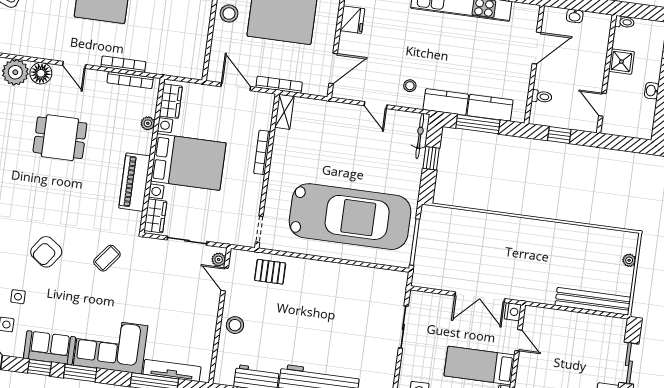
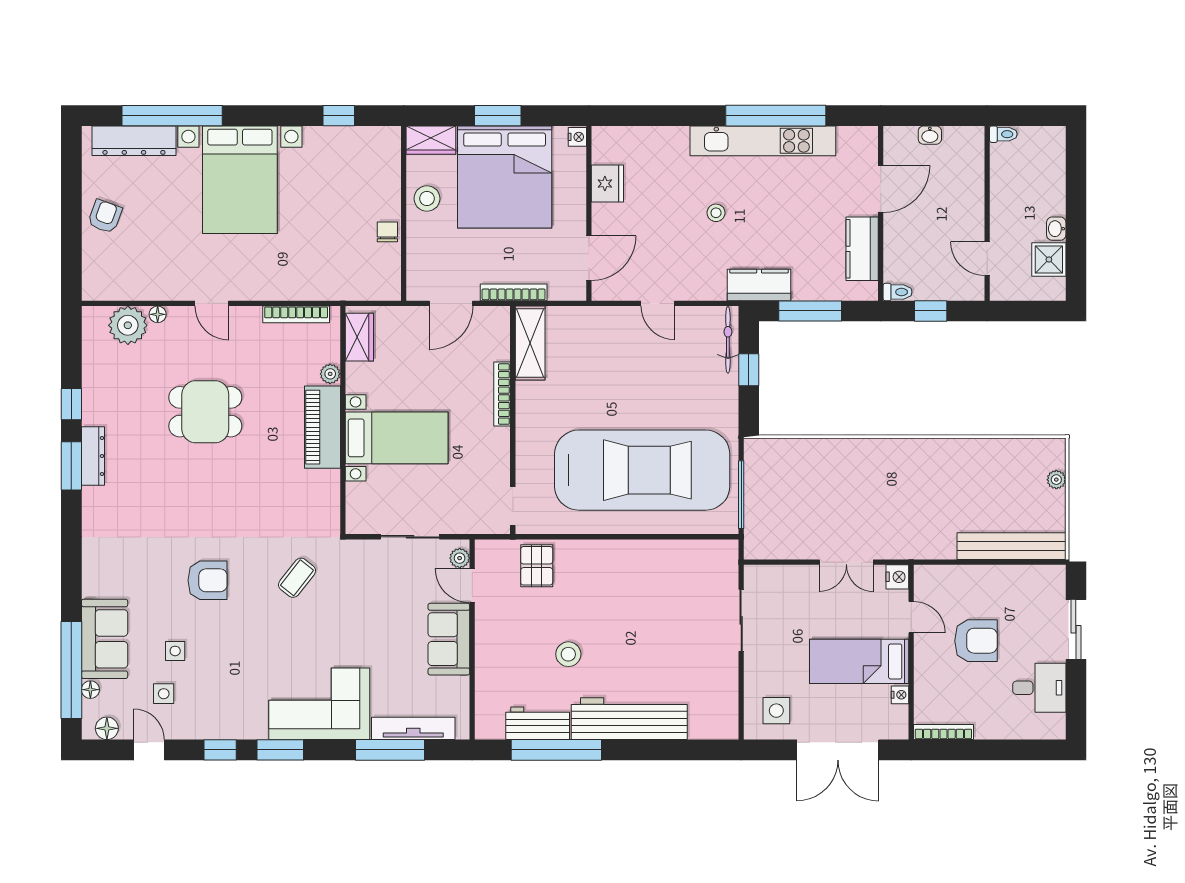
chair: (199, 32) -> (387, 232), added
shower: (621, 62) -> (1049, 259), moved
bookcase: (123, 64) -> (283, 293), removed
floor lamp: (41, 73) -> (158, 314), width x0.53, depth x0.53
stool: (410, 86) -> (716, 213), moved
door: (236, 87) -> (451, 303), swing flipped
toilet: (542, 97) -> (898, 292), moved
kitchen counter: (490, 108) -> (862, 249), moved, turned -90
shelving: (284, 112) -> (530, 343), width x1.50, depth x1.33
bed with nightstands: (188, 162) -> (397, 438), width x0.73
piano: (135, 182) -> (322, 427), moved
wardrobe: (155, 216) -> (359, 507), removed
armchair: (46, 252) -> (207, 580), turned -126
pallet: (270, 272) -> (537, 566), turned 90
double door: (480, 297) -> (846, 562), width x0.73
stool: (235, 325) -> (568, 654), moved
sofa: (50, 348) -> (449, 639), moved, turned -90
armchair: (560, 362) -> (976, 641), added

